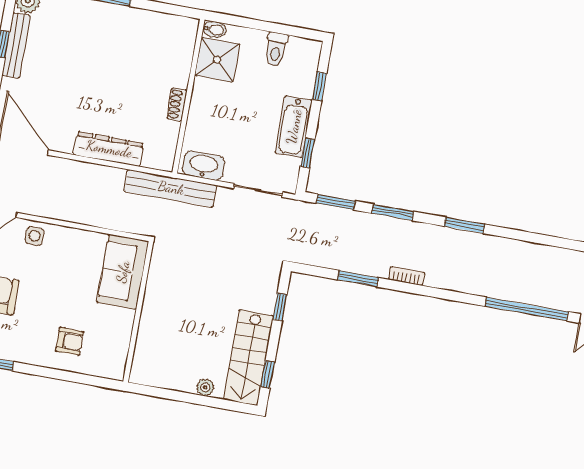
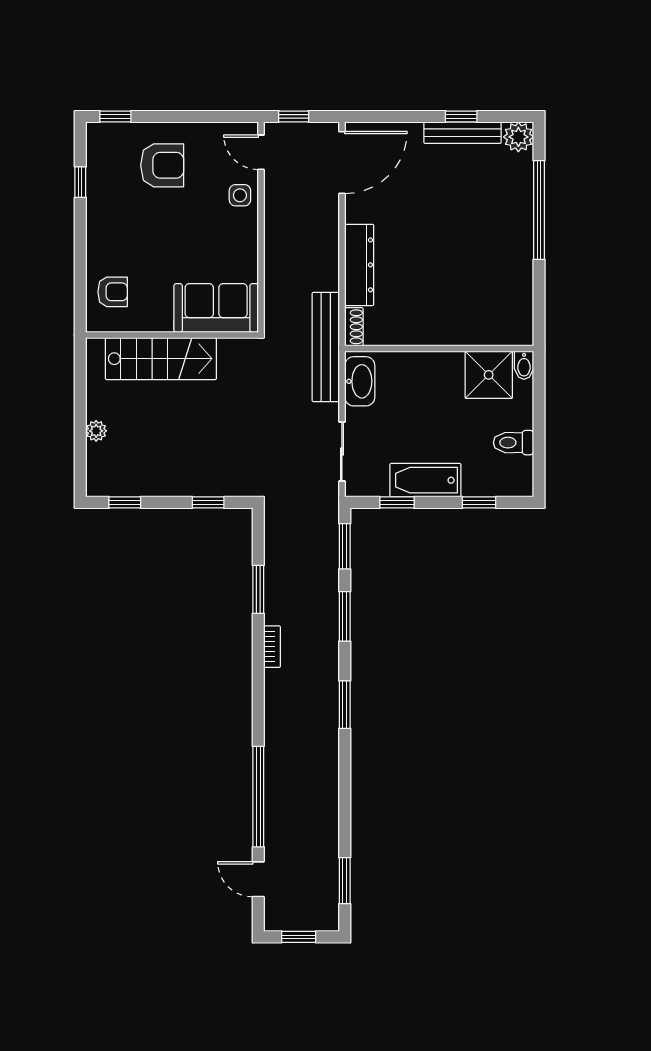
shoe rack: (177, 104) -> (354, 327), moved, turned 90
armchair: (70, 341) -> (113, 292), moved, turned -90
stairs: (249, 357) -> (161, 359), moved, turned 180

